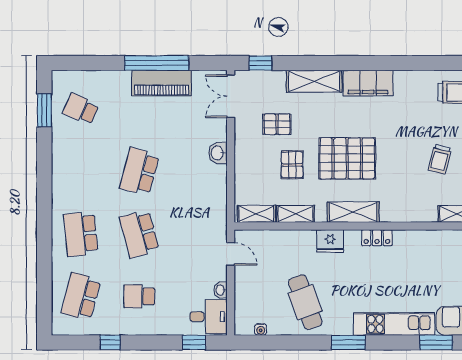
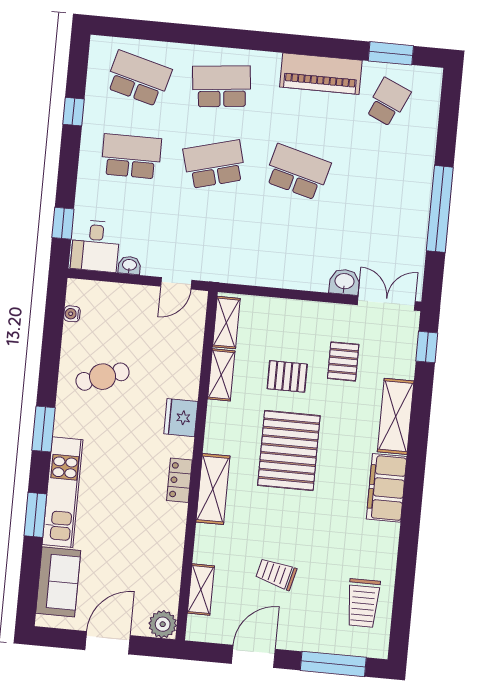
piano: (162, 83) -> (321, 74), moved, turned -90
washbasin: (218, 153) -> (344, 282), moved
shelving: (353, 212) -> (213, 489), moved
school desk: (139, 296) -> (131, 156), width x1.85
cafe table: (305, 302) -> (103, 377), width x0.73, depth x0.74
window: (436, 342) -> (35, 515), moved

